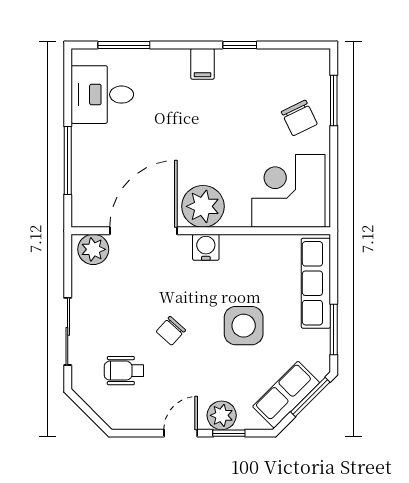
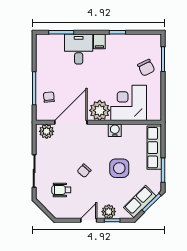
desk: (102, 95) -> (79, 49), moved, turned 90
chair: (98, 179) -> (49, 97), added
corner desk: (288, 191) -> (129, 103), moved
water cooler: (206, 247) -> (115, 130), moved

